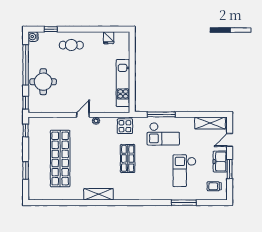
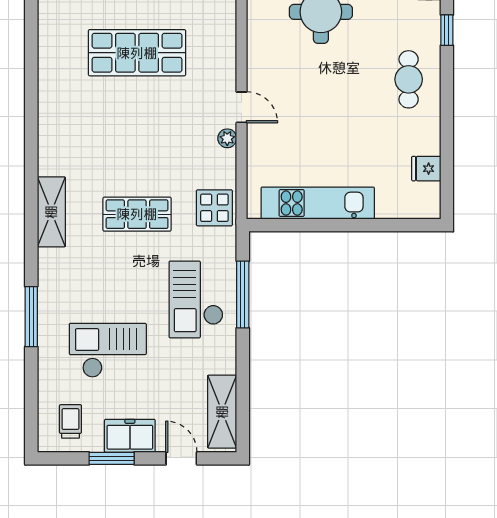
shop shelf: (60, 159) -> (137, 53), width x0.71
shelving: (98, 194) -> (51, 212), moved
window: (184, 203) -> (31, 317), moved

